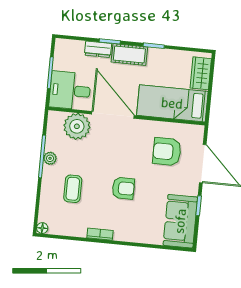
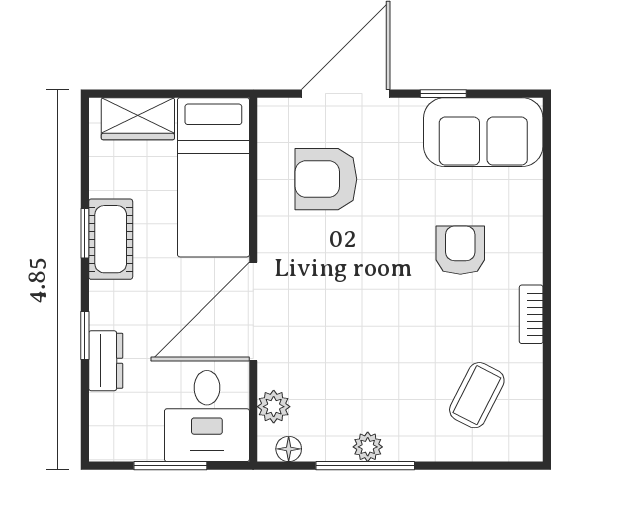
cot: (129, 55) -> (111, 239), moved
plant: (77, 126) -> (274, 407), width x0.53, depth x0.53
armchair: (167, 152) -> (326, 179), turned 90
armchair: (123, 188) -> (460, 250), moved
coffee table: (73, 189) -> (477, 395), moved, turned -63
floor lamp: (42, 228) -> (289, 449), moved

